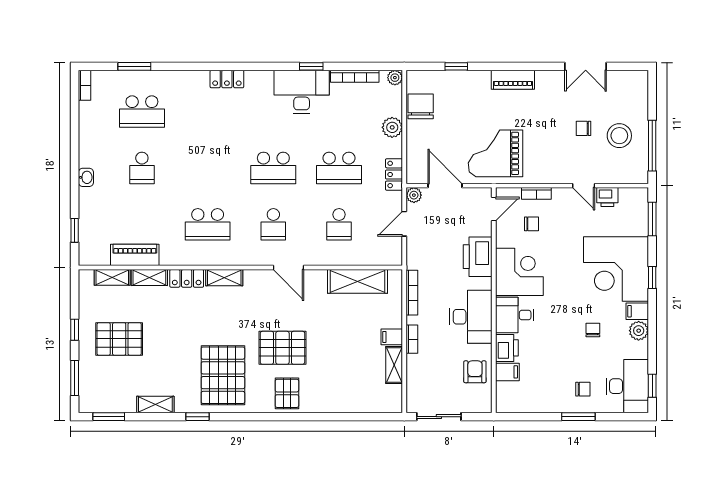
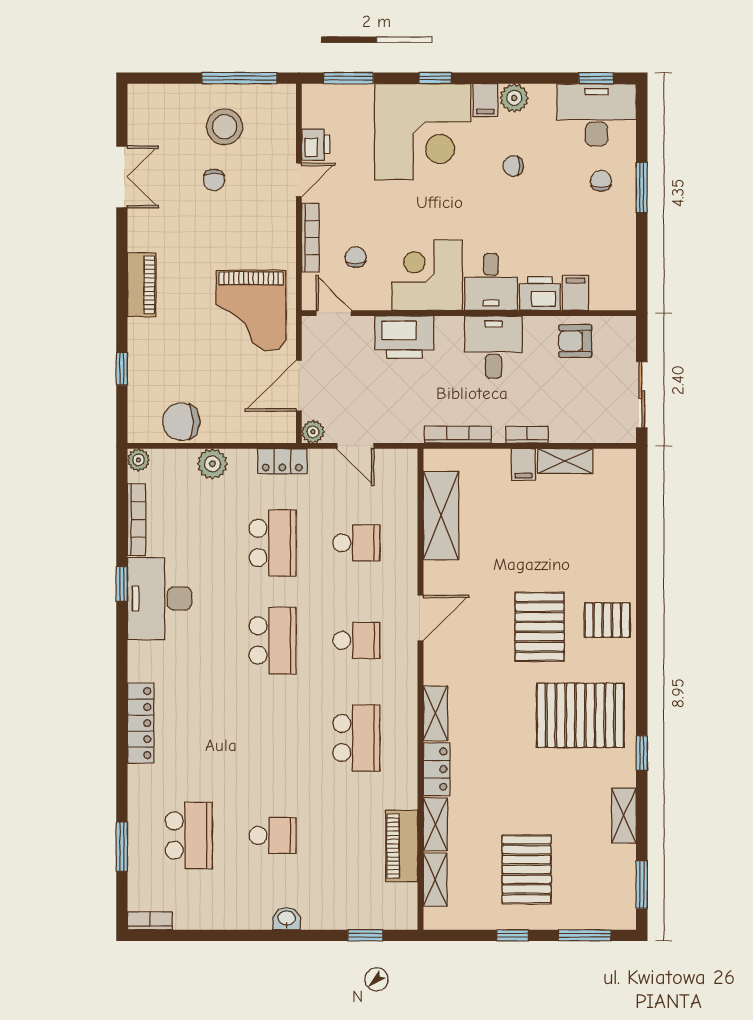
locker: (227, 79) -> (141, 723), width x1.53
bookcase: (536, 193) -> (310, 238), width x1.56
desk: (471, 317) -> (494, 347), width x0.73

